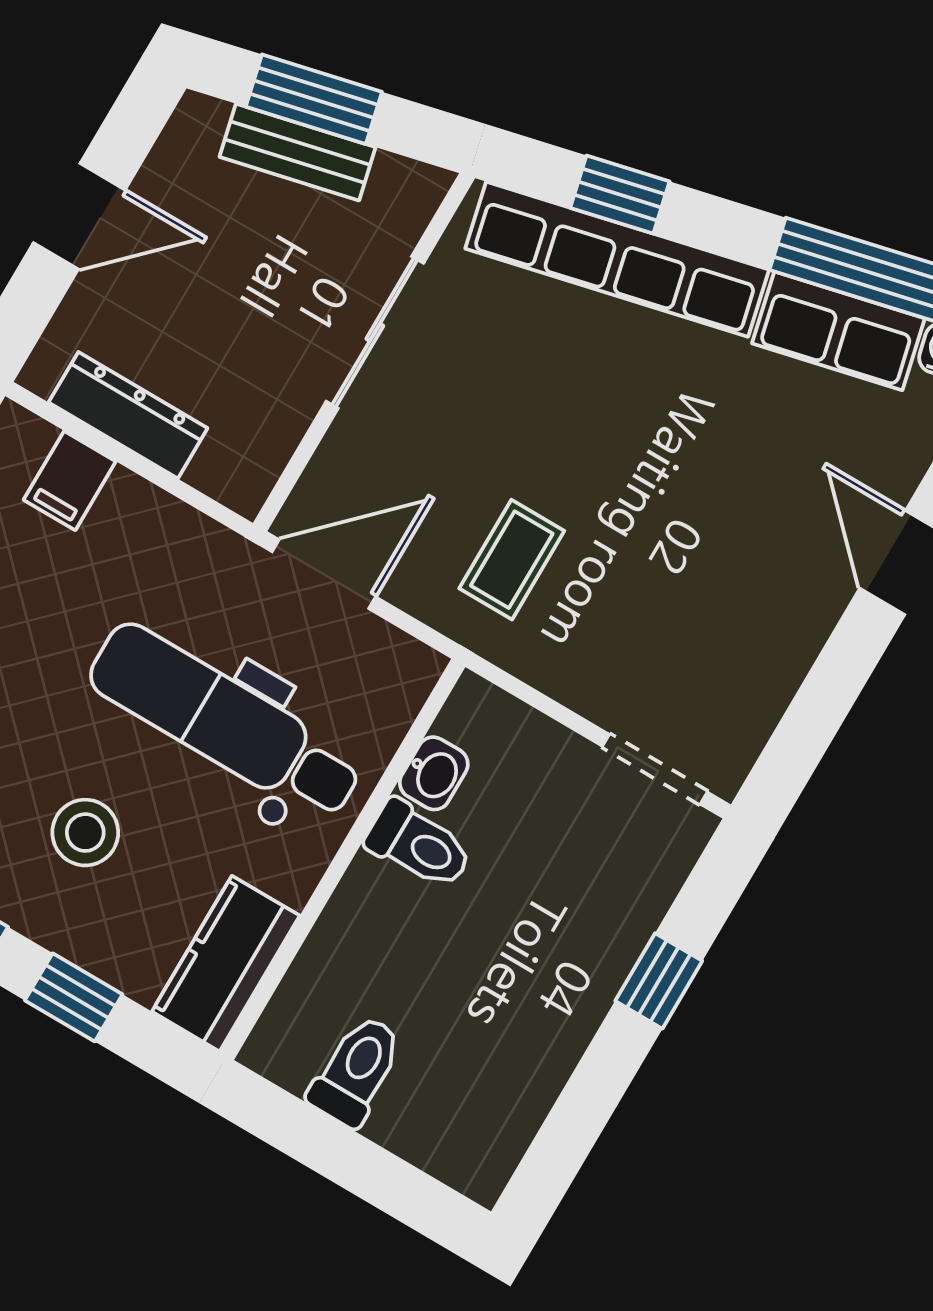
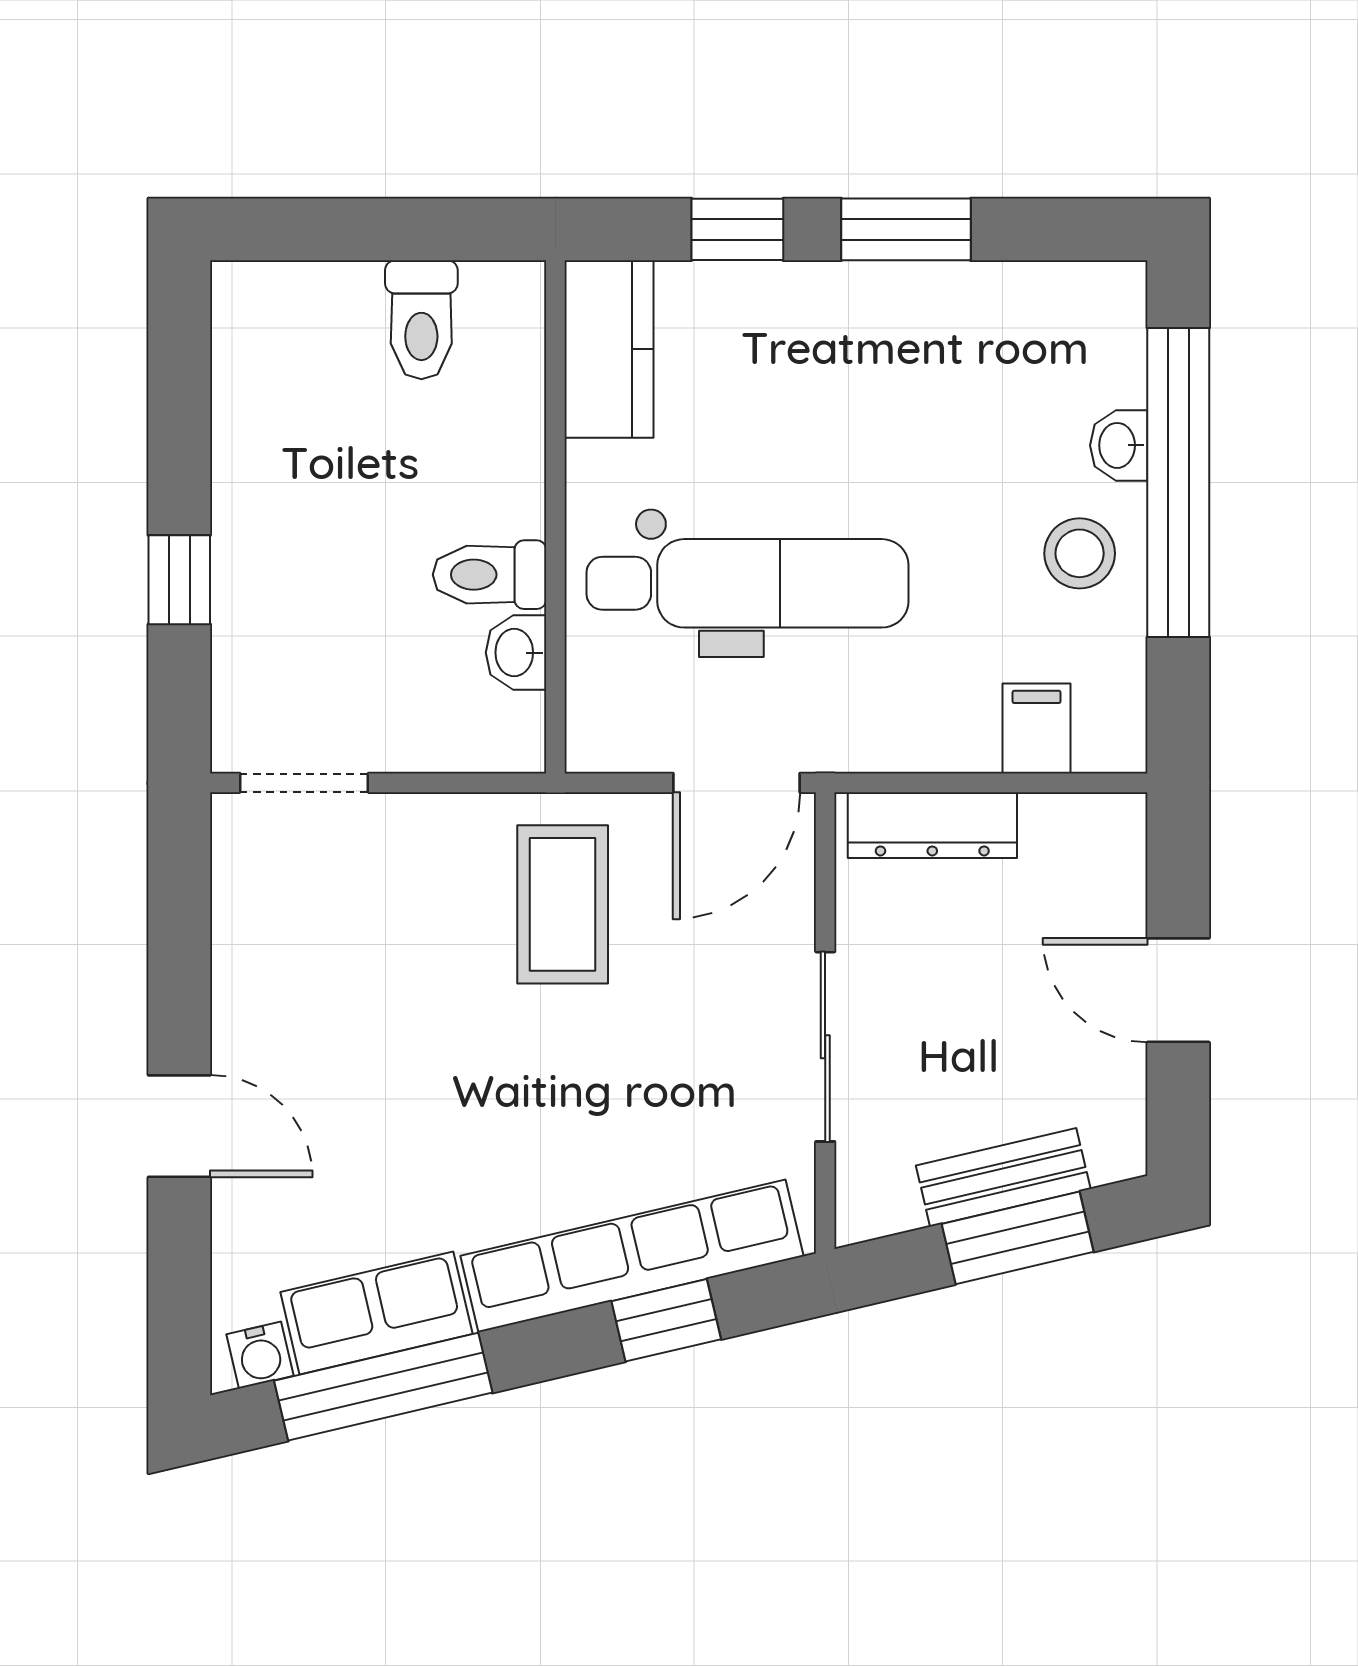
door: (79, 216) -> (1178, 990), hinge flipped
dresser: (128, 415) -> (932, 825), moved
coffee table: (512, 560) -> (563, 904), width x1.36, depth x1.30
stool: (85, 833) -> (820, 396), removed

